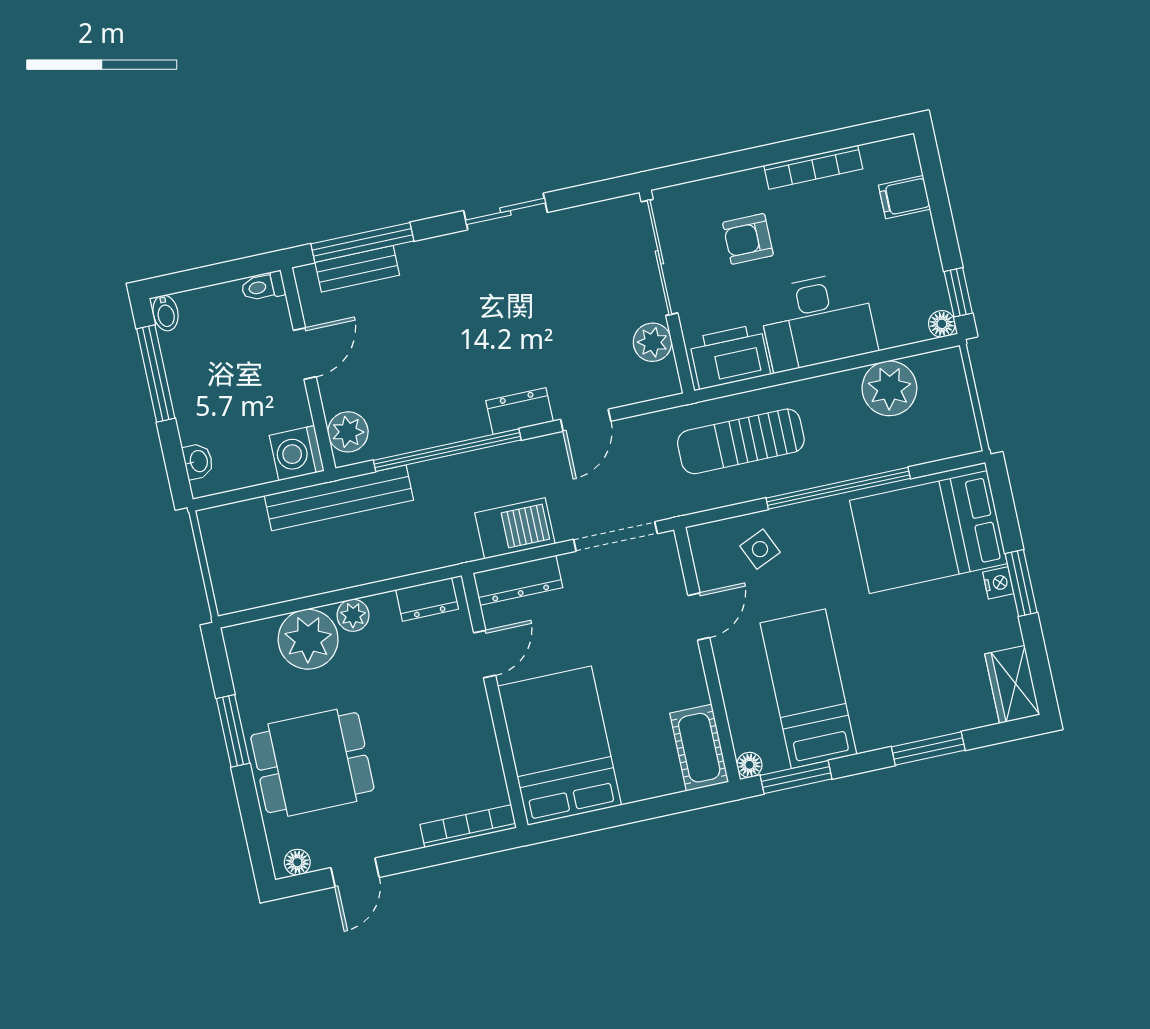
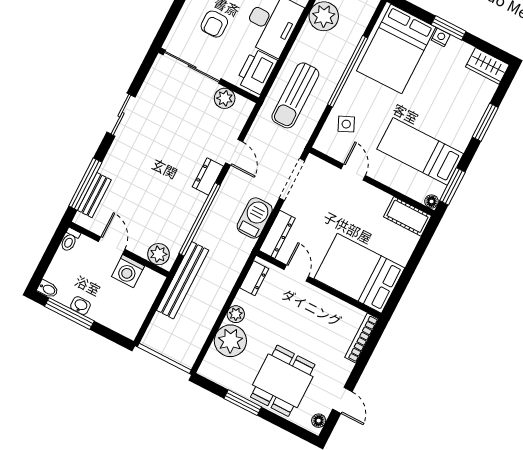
washing machine: (297, 453) -> (128, 271), moved
washbasin: (198, 461) -> (80, 306), moved

